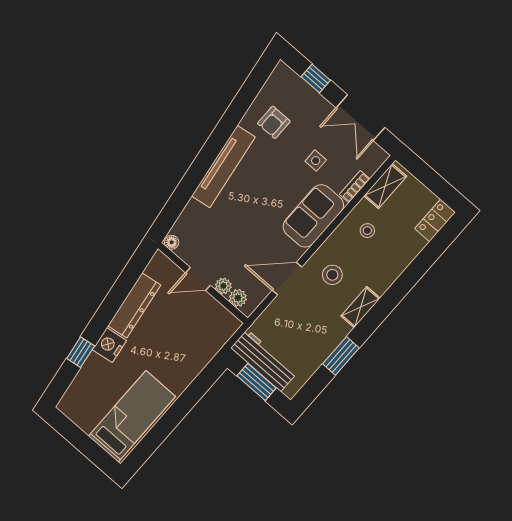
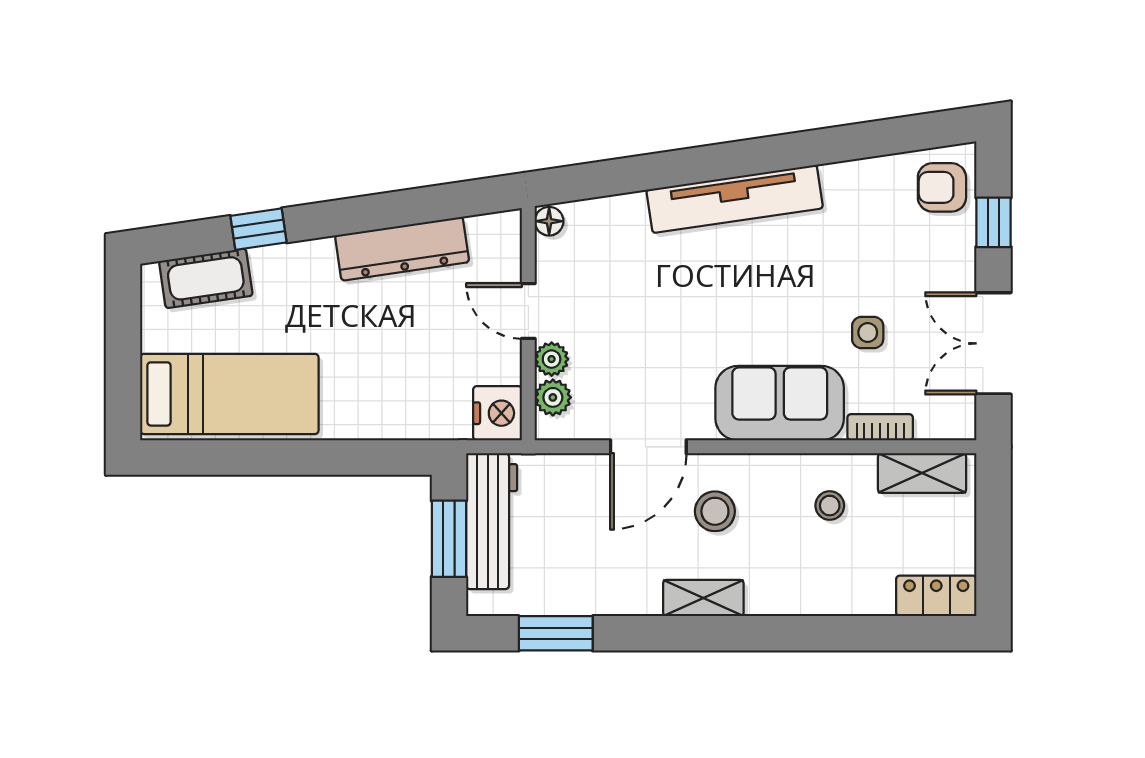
armchair: (274, 122) -> (942, 187), moved
door: (287, 279) -> (648, 447), swing flipped
nightstand: (109, 345) -> (498, 413), moved, turned 98
window: (341, 356) -> (556, 633), moved
cot: (82, 388) -> (206, 278), added

